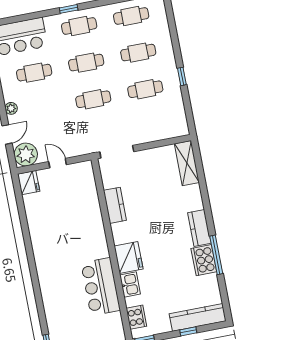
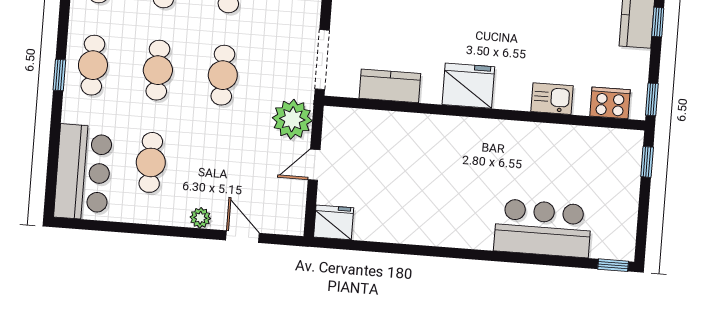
plant: (26, 155) -> (292, 119), moved
kitchen counter: (115, 205) -> (390, 86), moved
fridge: (129, 257) -> (468, 86), moved
bar counter: (101, 287) -> (543, 228), moved, turned 180

